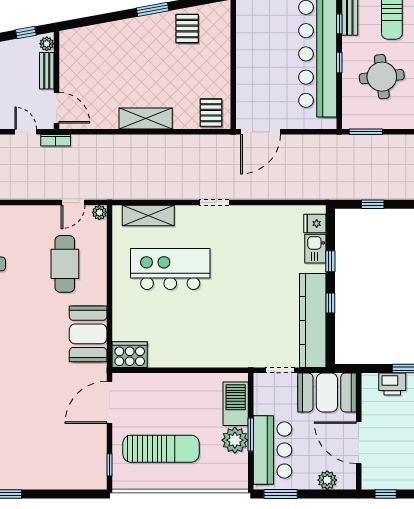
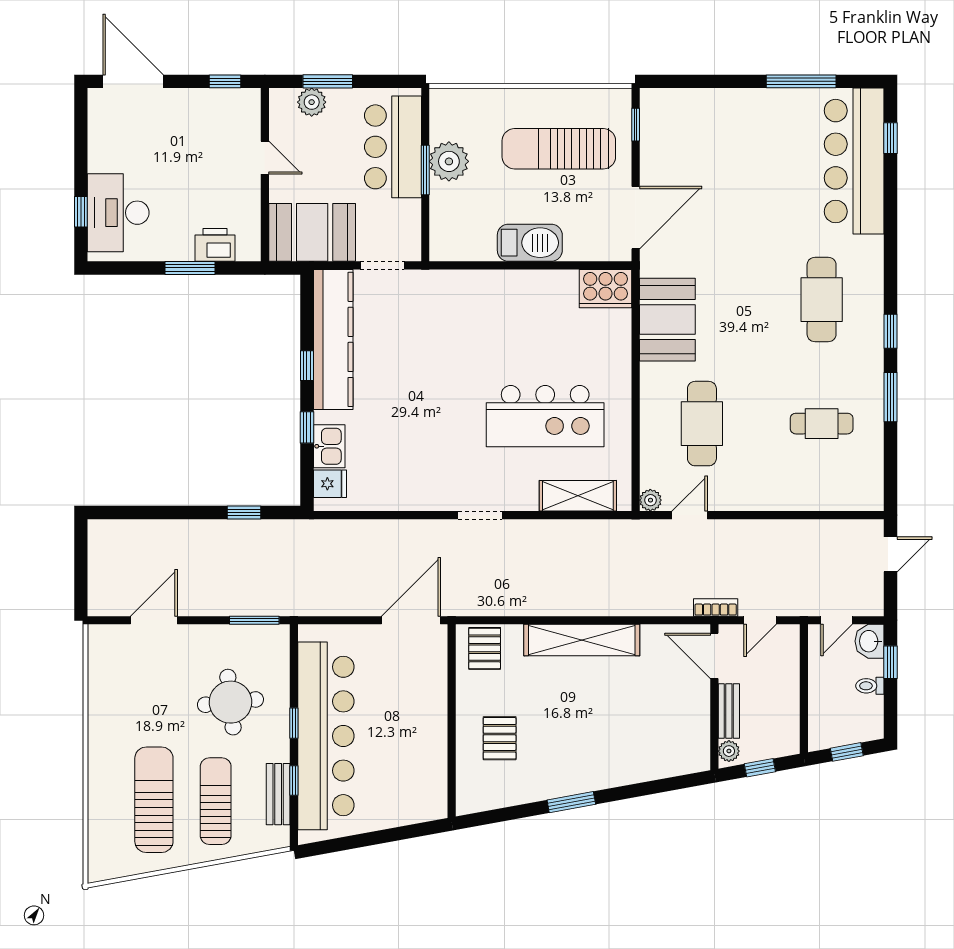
pallet: (187, 29) -> (500, 738), moved
shelving: (146, 118) -> (582, 640), width x1.47
door: (26, 132) -> (760, 620), hinge flipped
barbecue: (236, 404) -> (530, 243), moved, turned -90
door: (359, 443) -> (265, 158), width x0.53
window: (281, 494) -> (328, 81), moved

